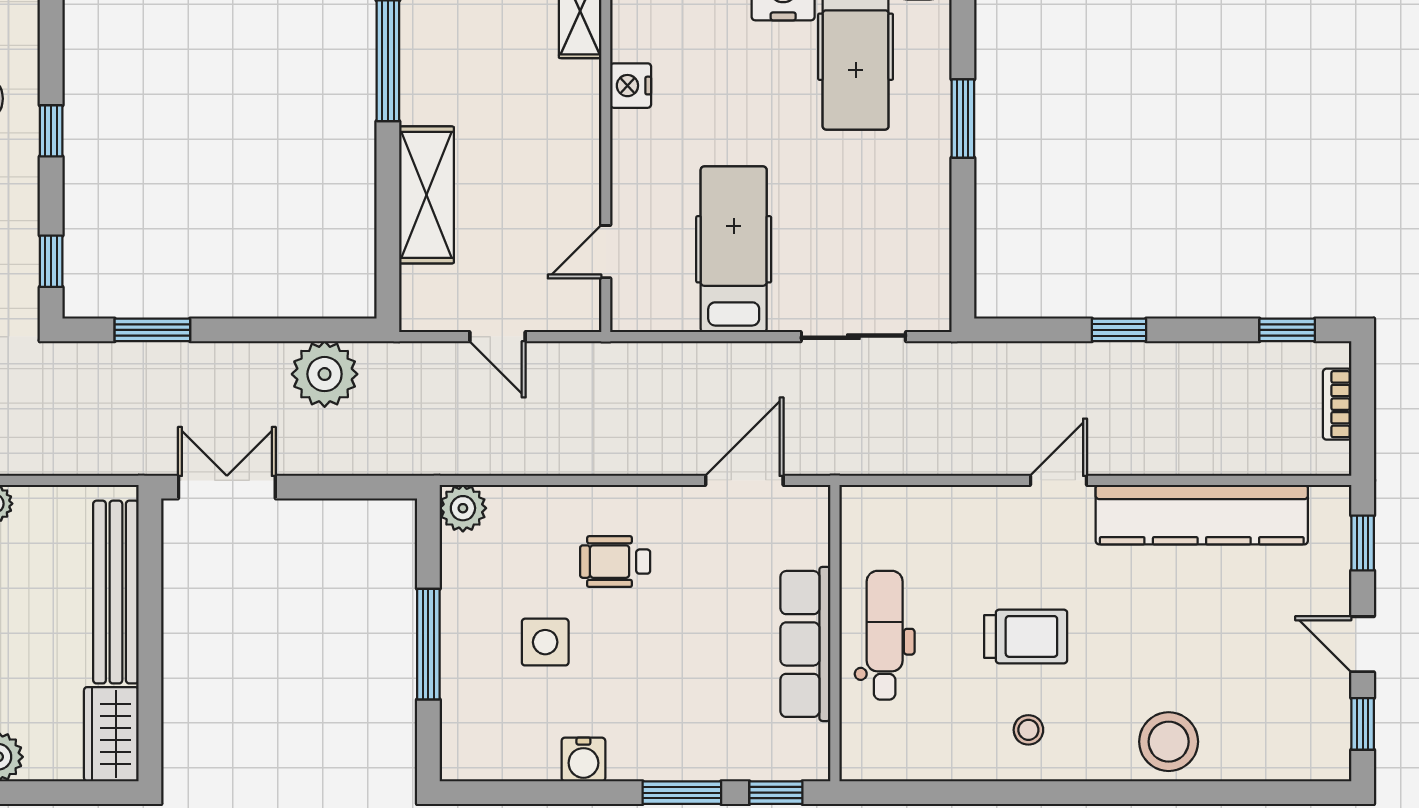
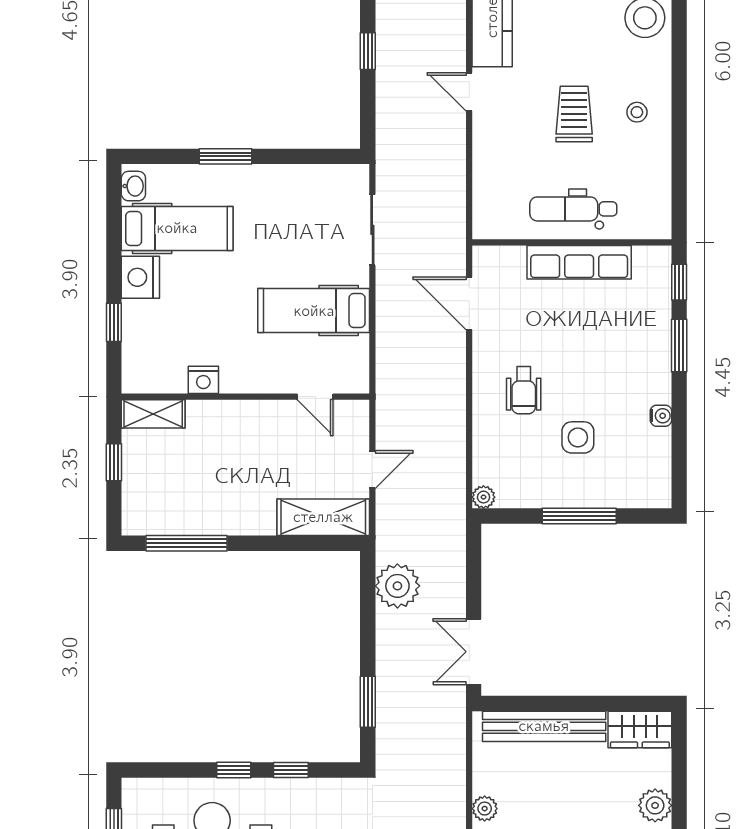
shelving: (427, 195) -> (323, 517), moved
window: (51, 261) -> (291, 770), moved
plant: (463, 508) -> (483, 497), width x0.73, depth x0.73
water cooler: (583, 759) -> (661, 416), width x0.72, depth x0.72

